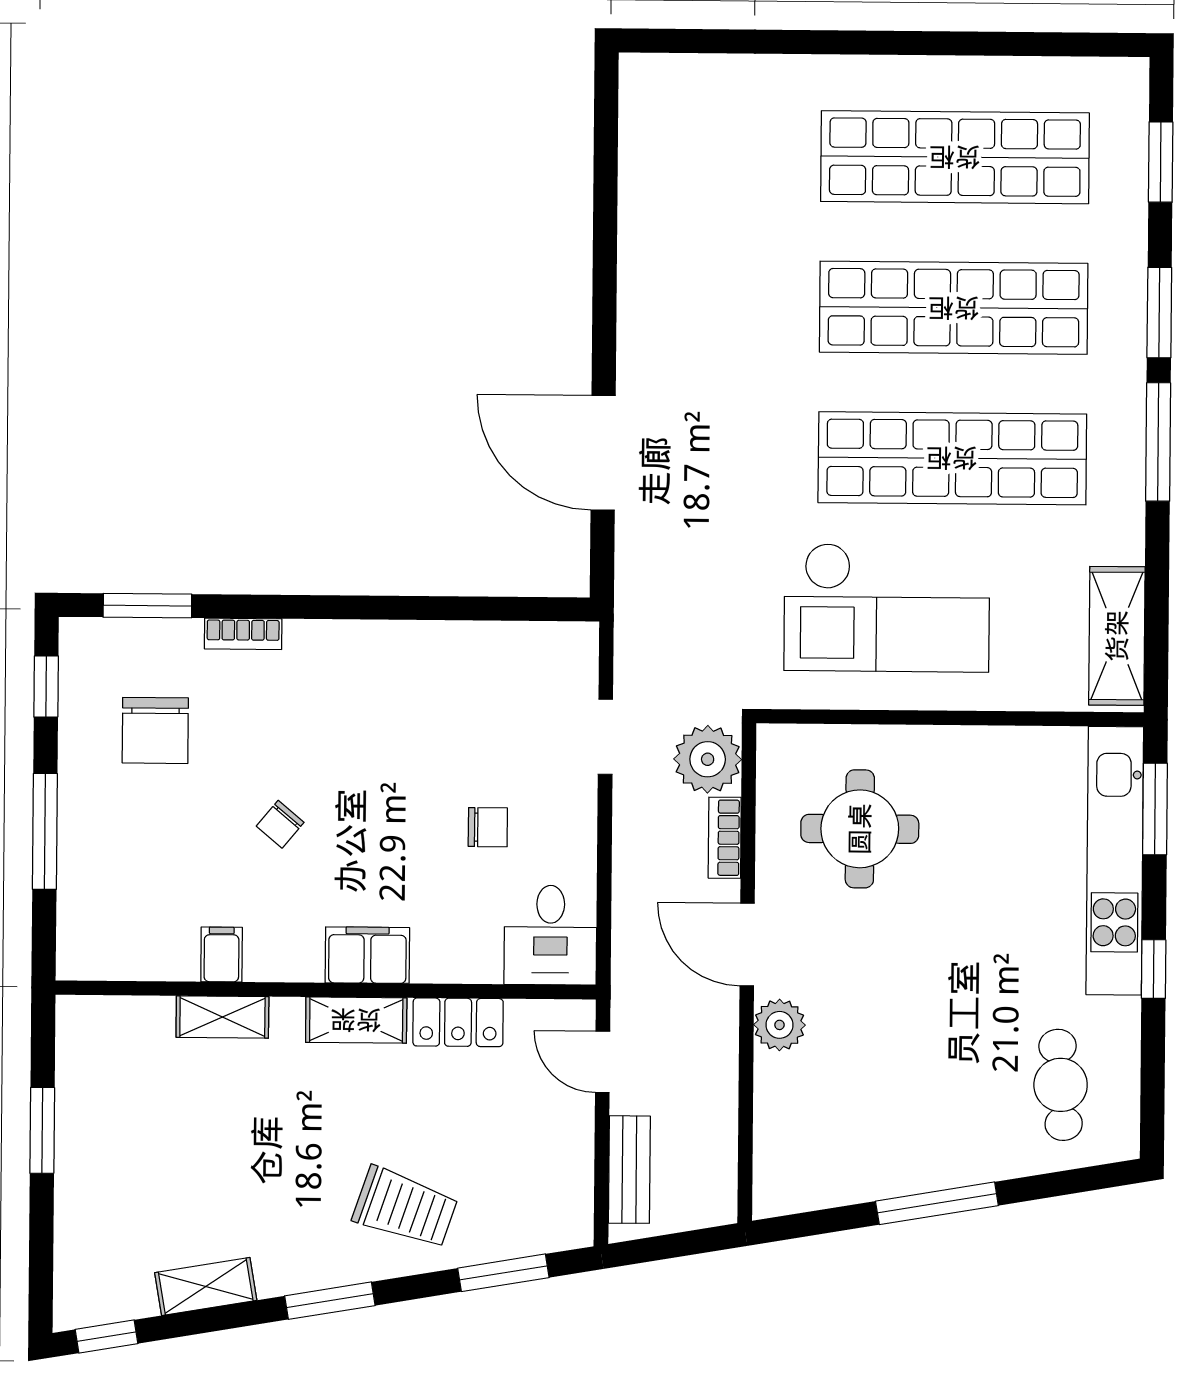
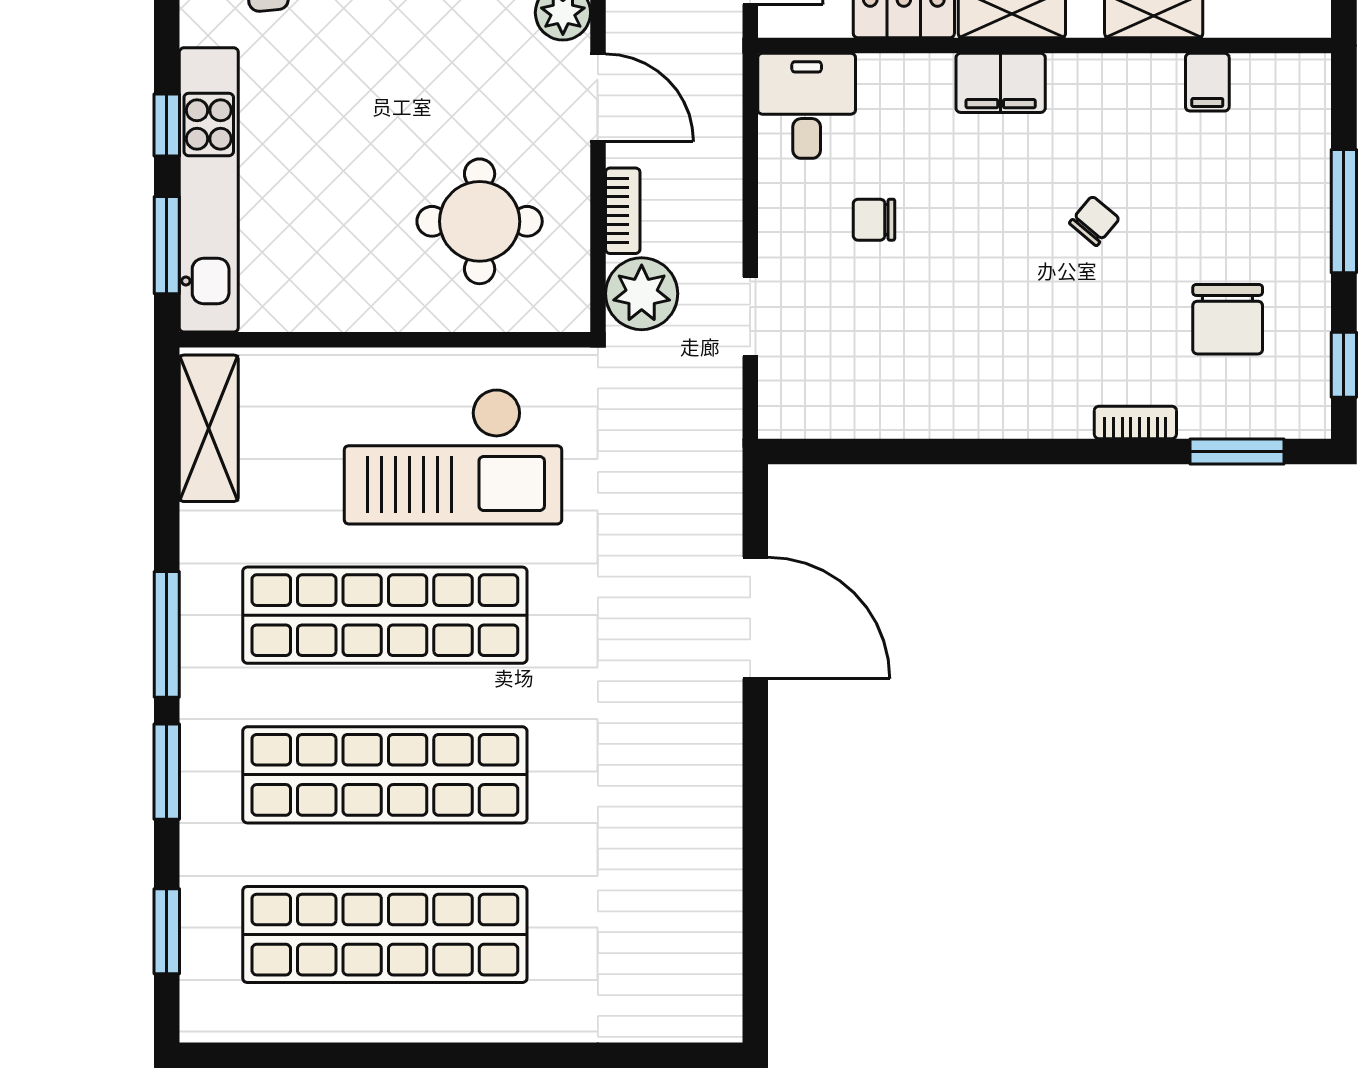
checkout: (887, 607) -> (453, 456), turned 180
chair: (155, 730) -> (1228, 319), turned 180
filing cabinet: (222, 955) -> (1207, 82), moved
window: (1154, 969) -> (167, 125), moved

